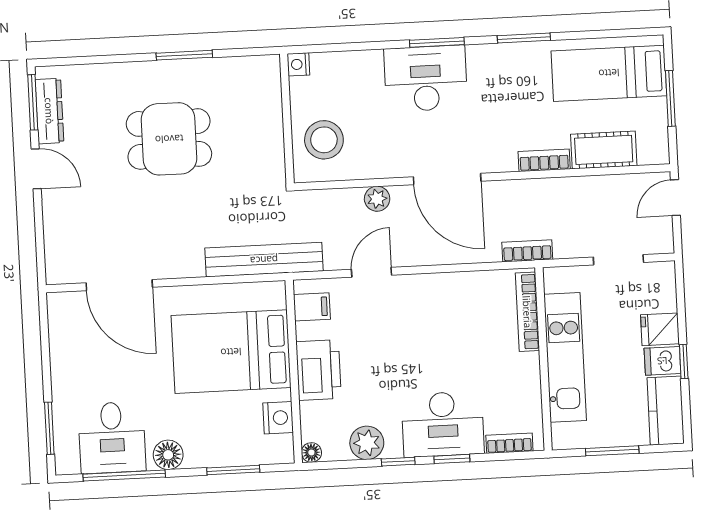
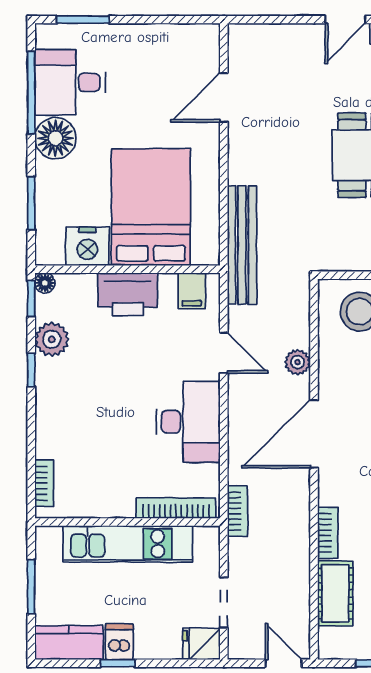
door: (119, 285) -> (224, 98), width x0.73
fridge: (660, 329) -> (201, 644), moved, turned -90
nightstand: (278, 418) -> (87, 246), width x1.36, depth x1.33
desk: (443, 424) -> (188, 422), moved, turned 180
floor lamp: (168, 455) -> (55, 138), width x1.38, depth x1.38
window: (452, 459) -> (31, 299), moved

